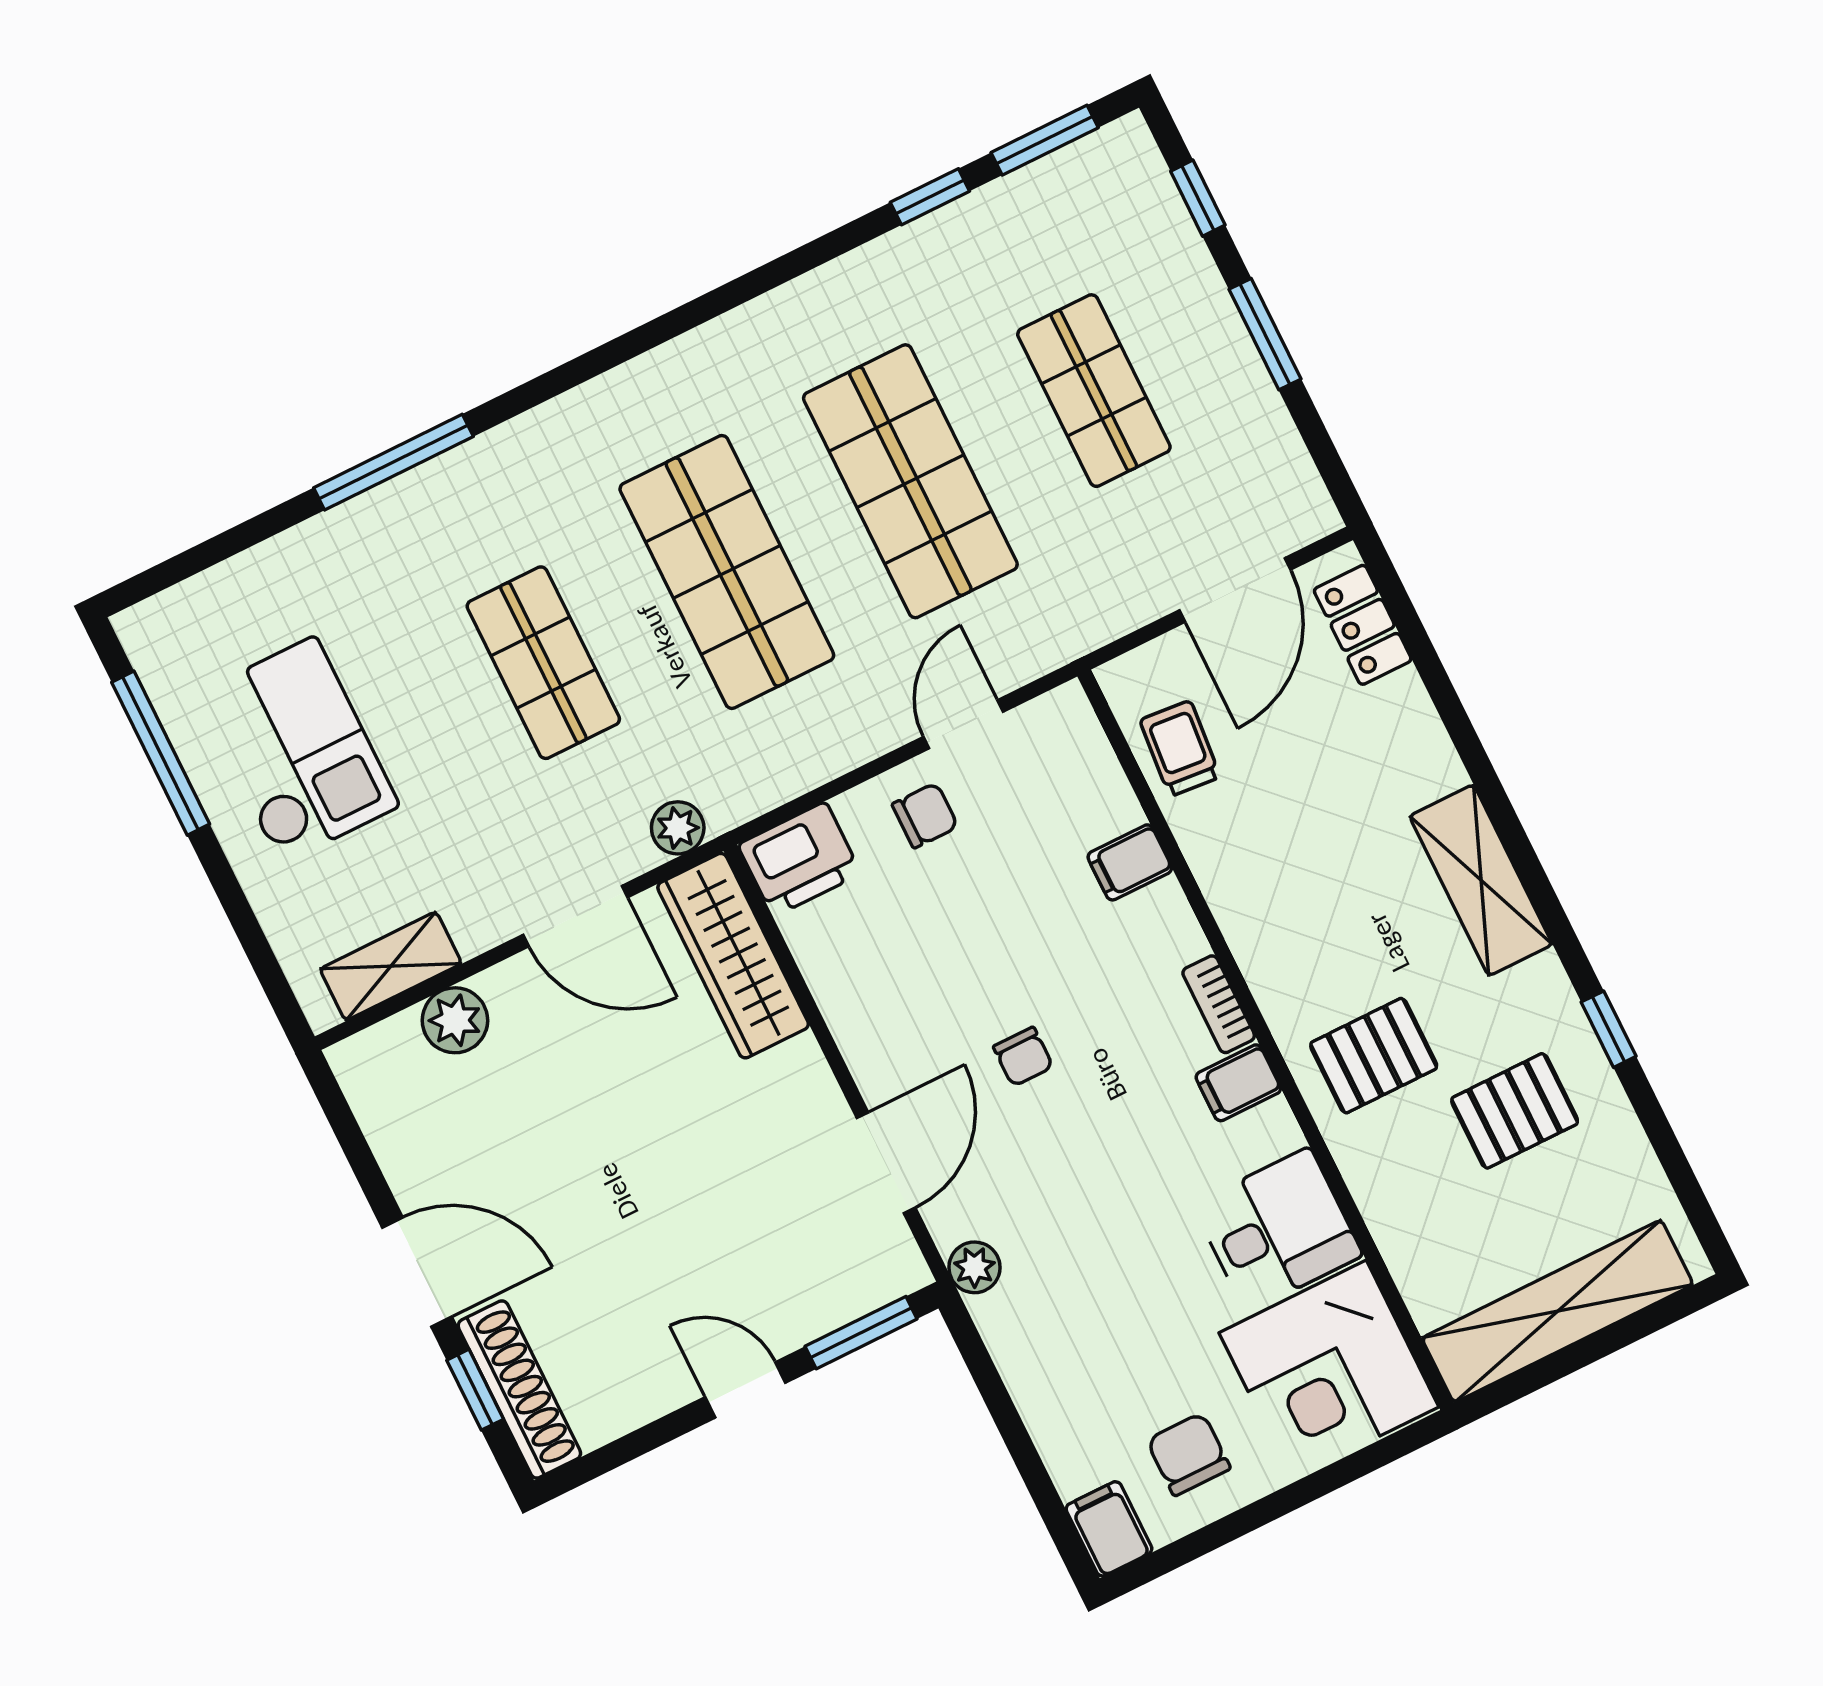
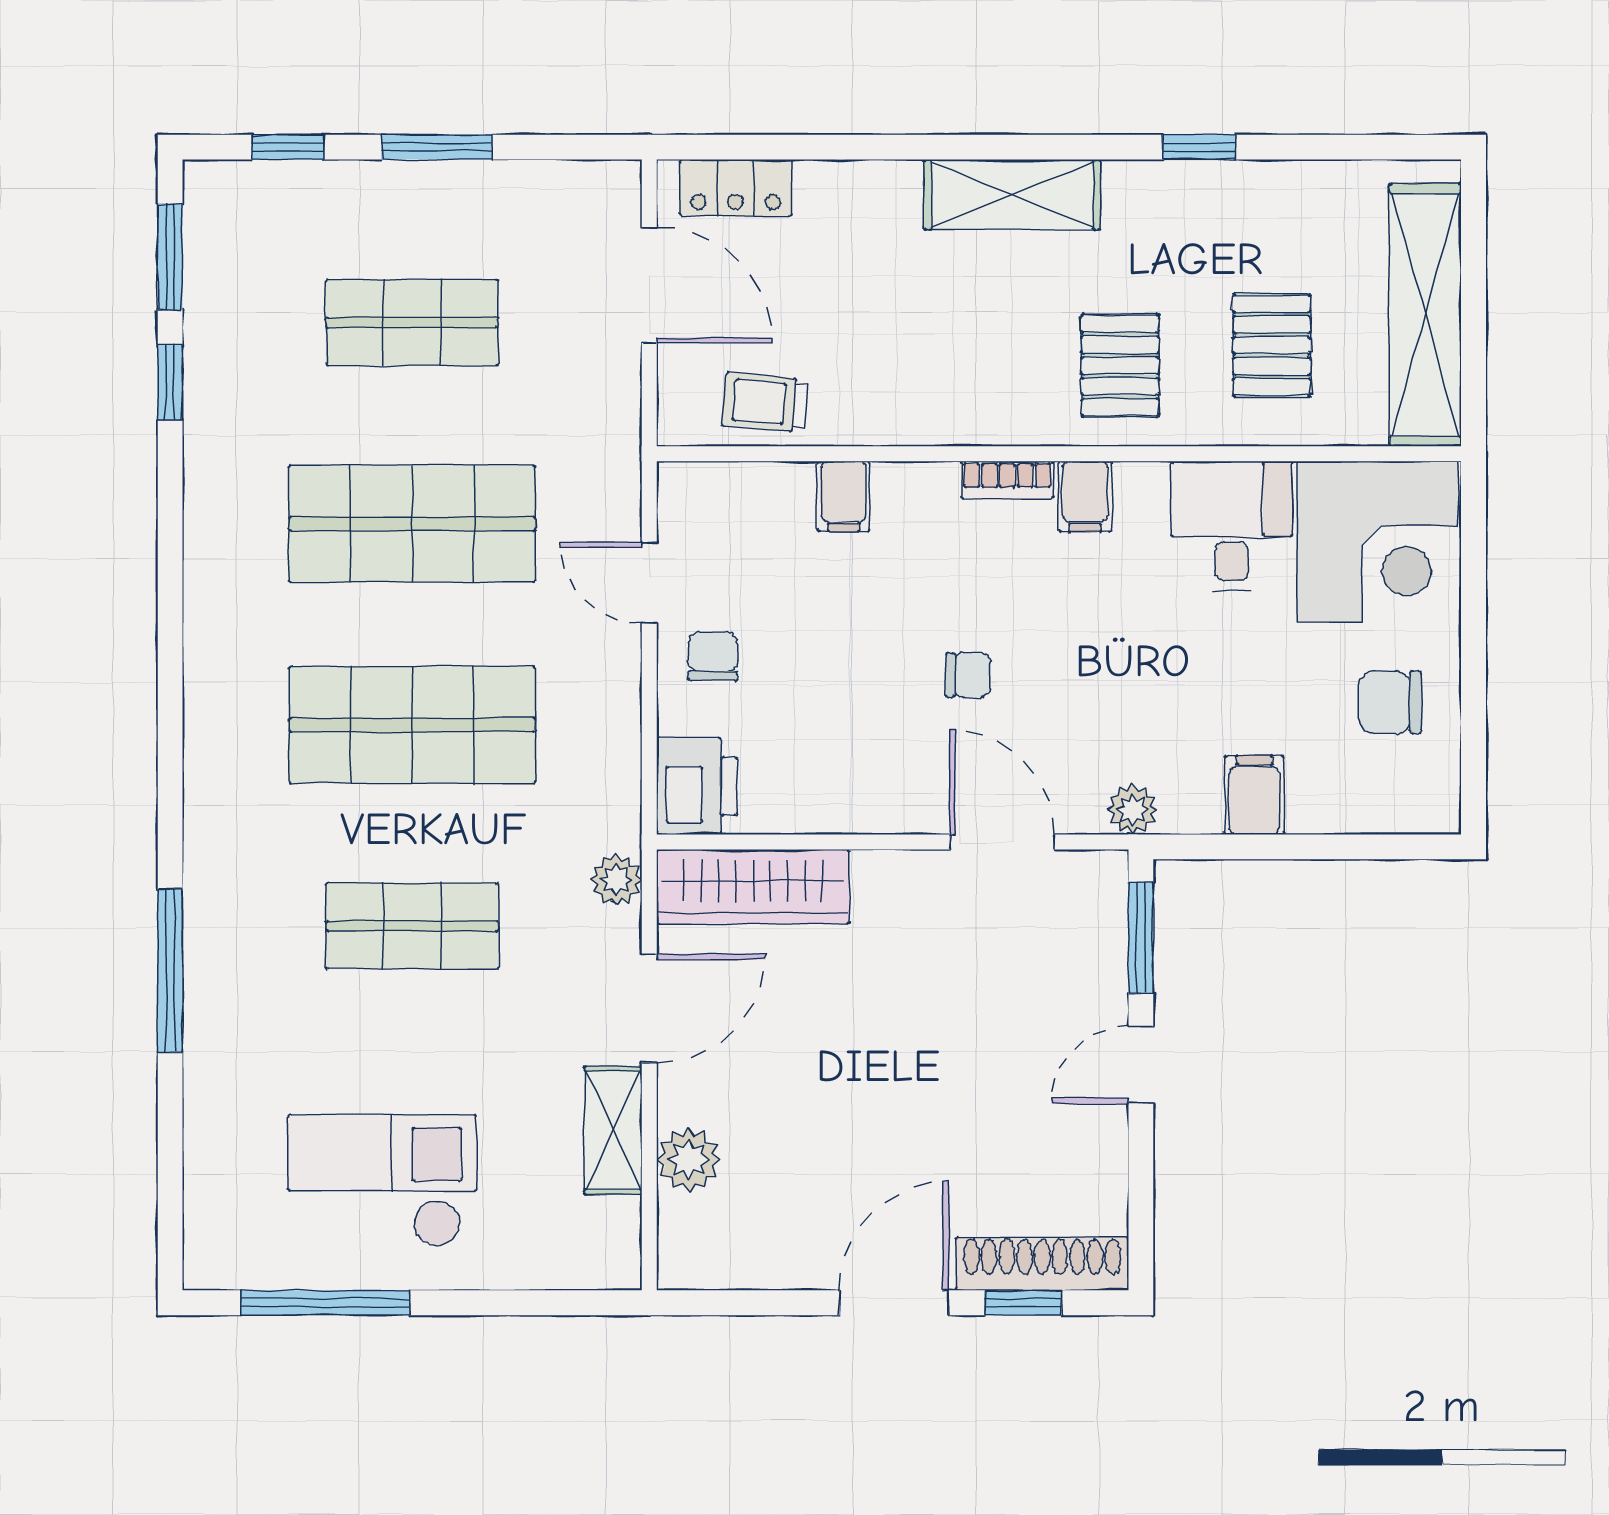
shelving: (391, 966) -> (613, 1130), moved
pallet: (1515, 1111) -> (1272, 345), moved
filing cabinet: (1109, 1529) -> (1254, 795), moved, turned 90

